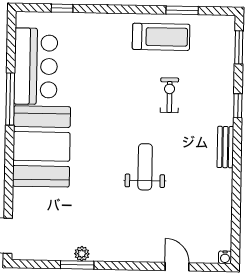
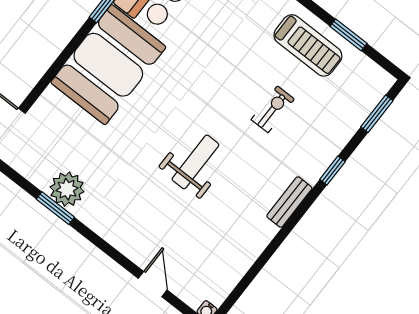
plant: (82, 254) -> (67, 189), width x1.88, depth x1.88

